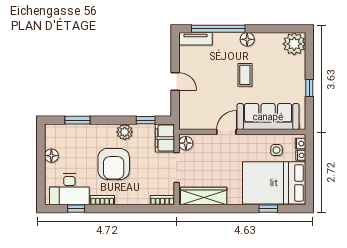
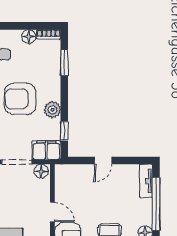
bookcase: (49, 136) -> (49, 34), added

